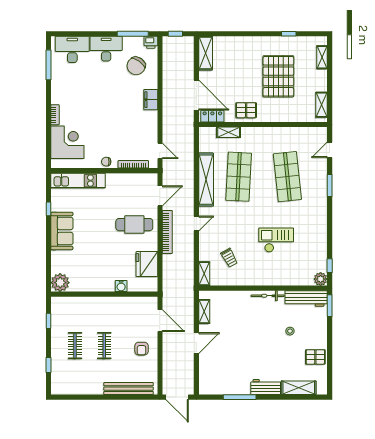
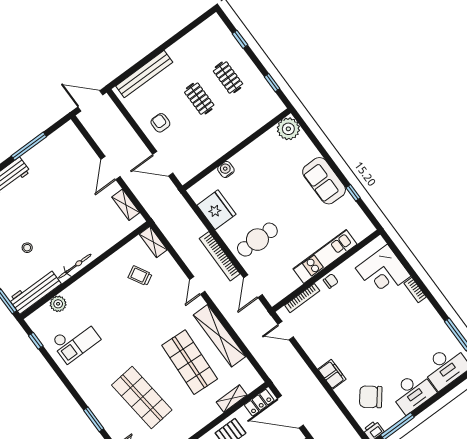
chair: (136, 66) -> (371, 397), turned -88
kitchen unit: (78, 181) -> (325, 256), moved
checkout: (276, 240) -> (76, 340), moved
plant: (321, 279) -> (58, 304), moved

